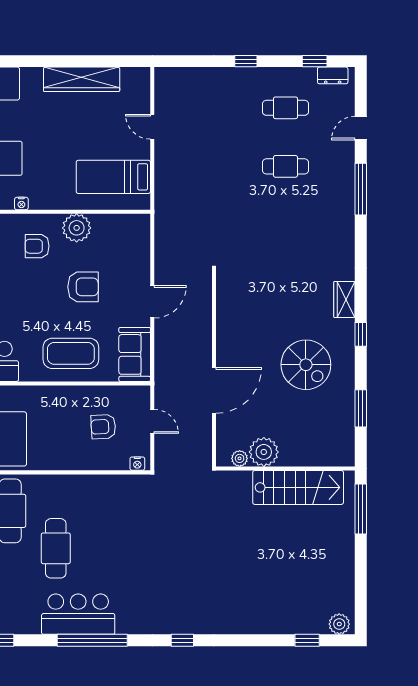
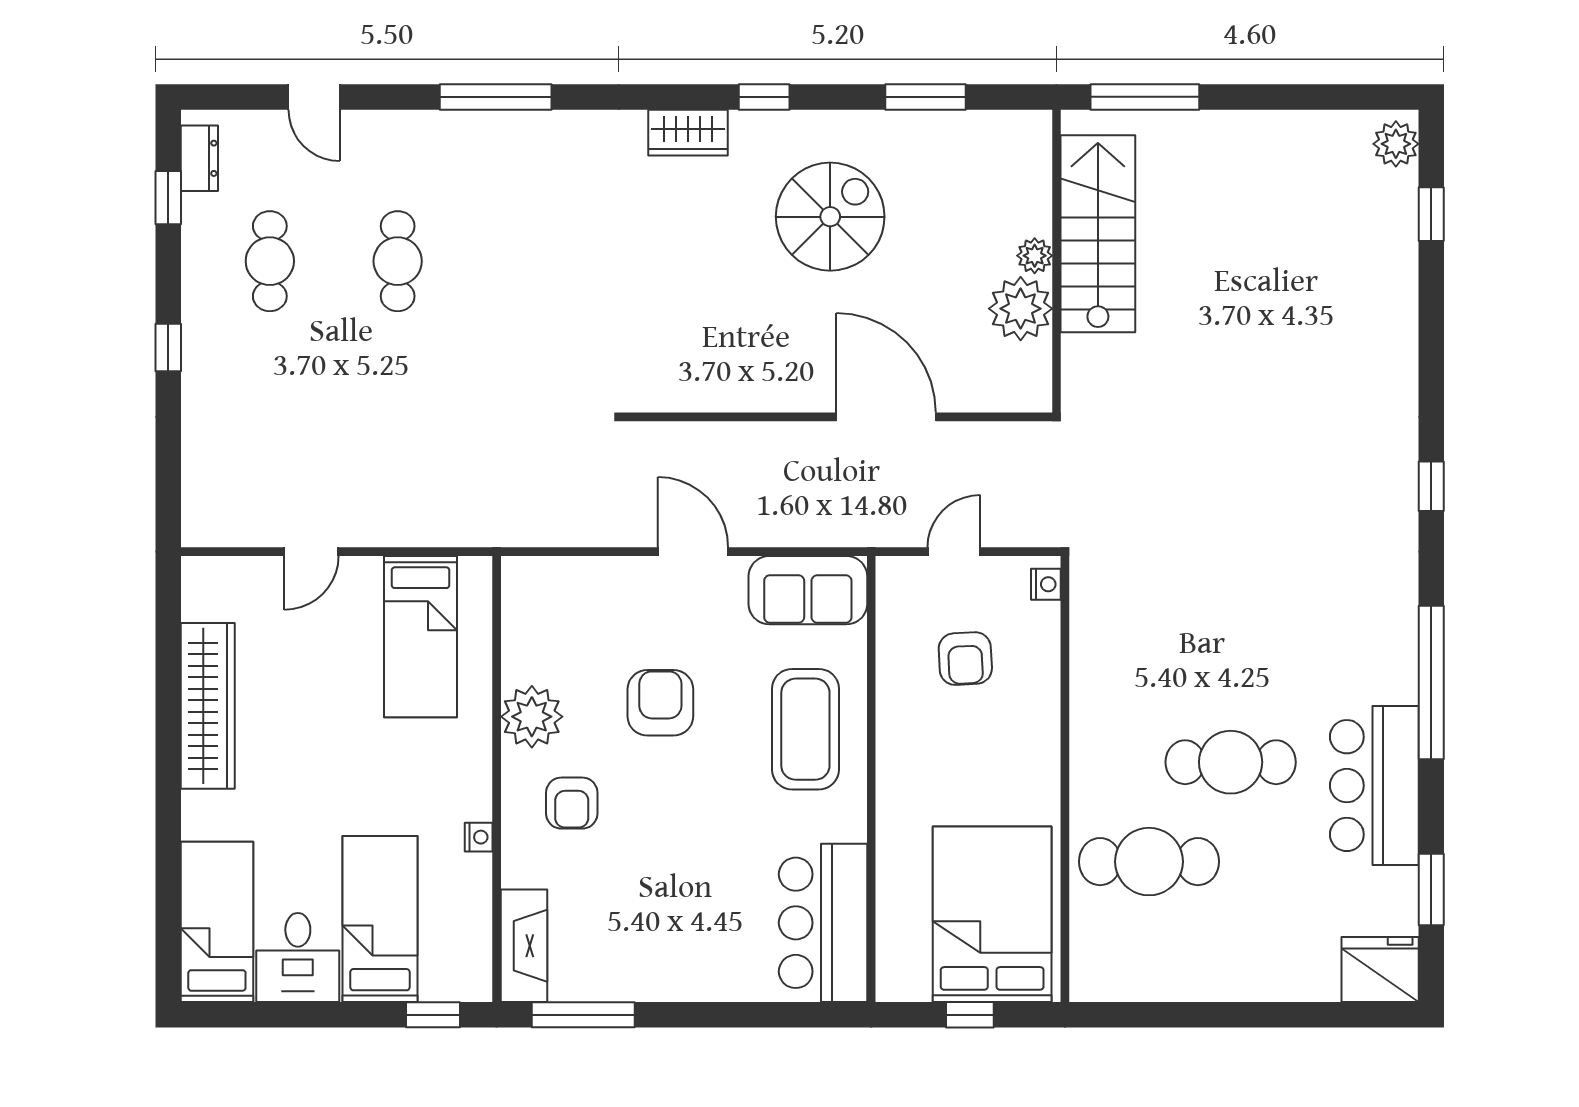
window: (361, 189) -> (496, 97), moved
plant: (240, 458) -> (1035, 256), moved
bar counter: (78, 614) -> (1374, 786), moved

